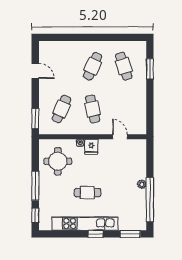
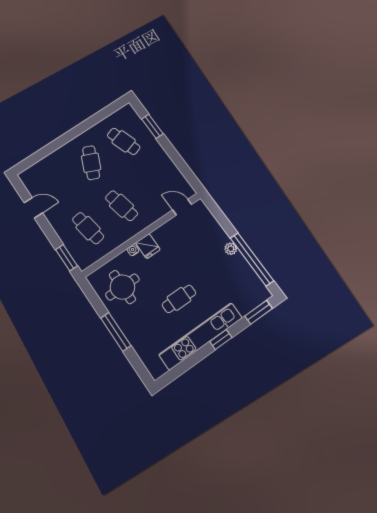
cafe table: (61, 109) -> (88, 228), turned -33
door: (120, 137) -> (182, 207), moved
window: (35, 215) -> (139, 366), removed

